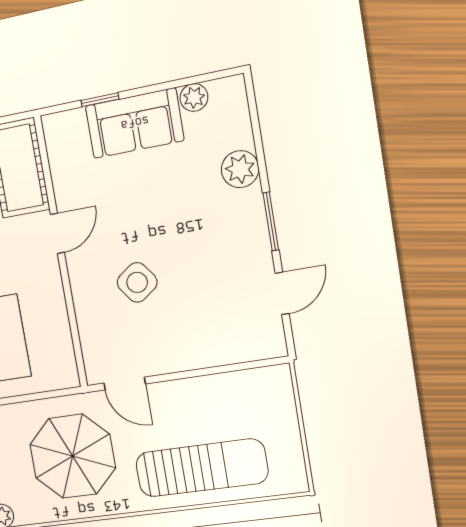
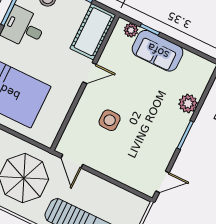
plant: (194, 97) -> (131, 30), moved
side table: (137, 282) -> (110, 120), turned 36
door: (282, 293) -> (163, 182), moved

